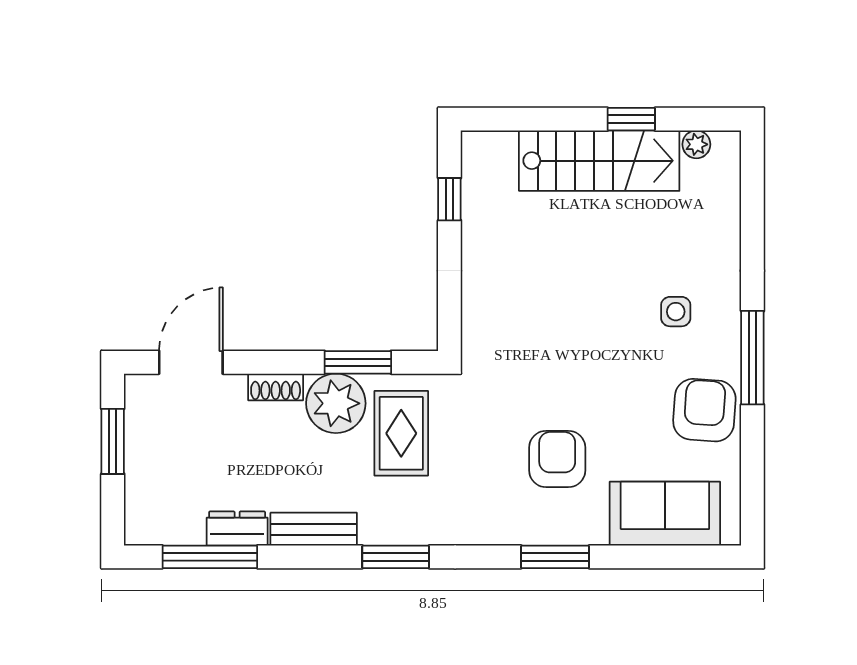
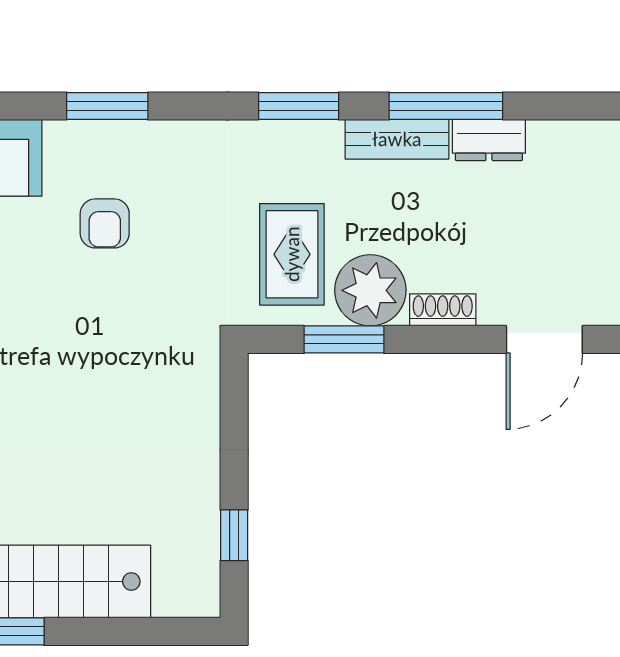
armchair: (557, 459) -> (105, 223), width x0.72, depth x0.72
window: (210, 557) -> (446, 106), moved

